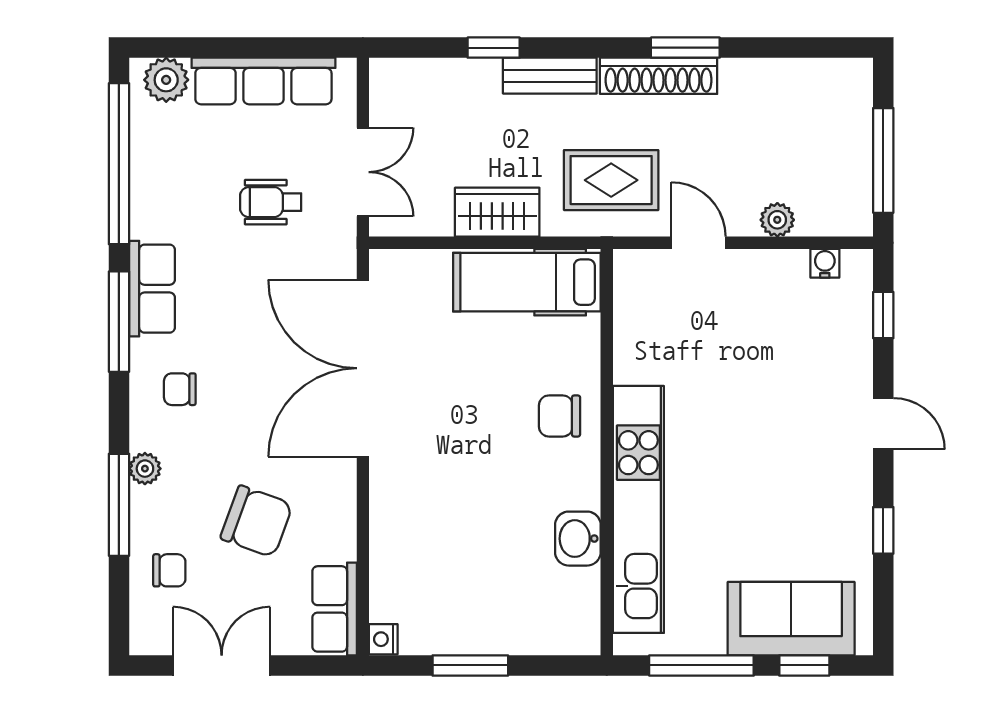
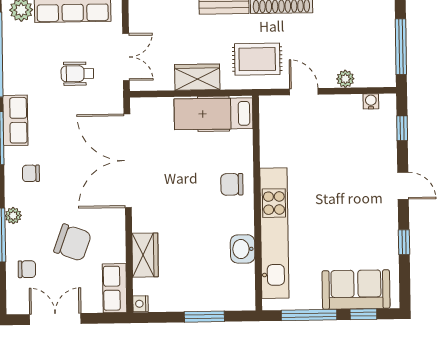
wardrobe: (393, 547) -> (145, 255), added
window: (470, 665) -> (204, 317), moved

